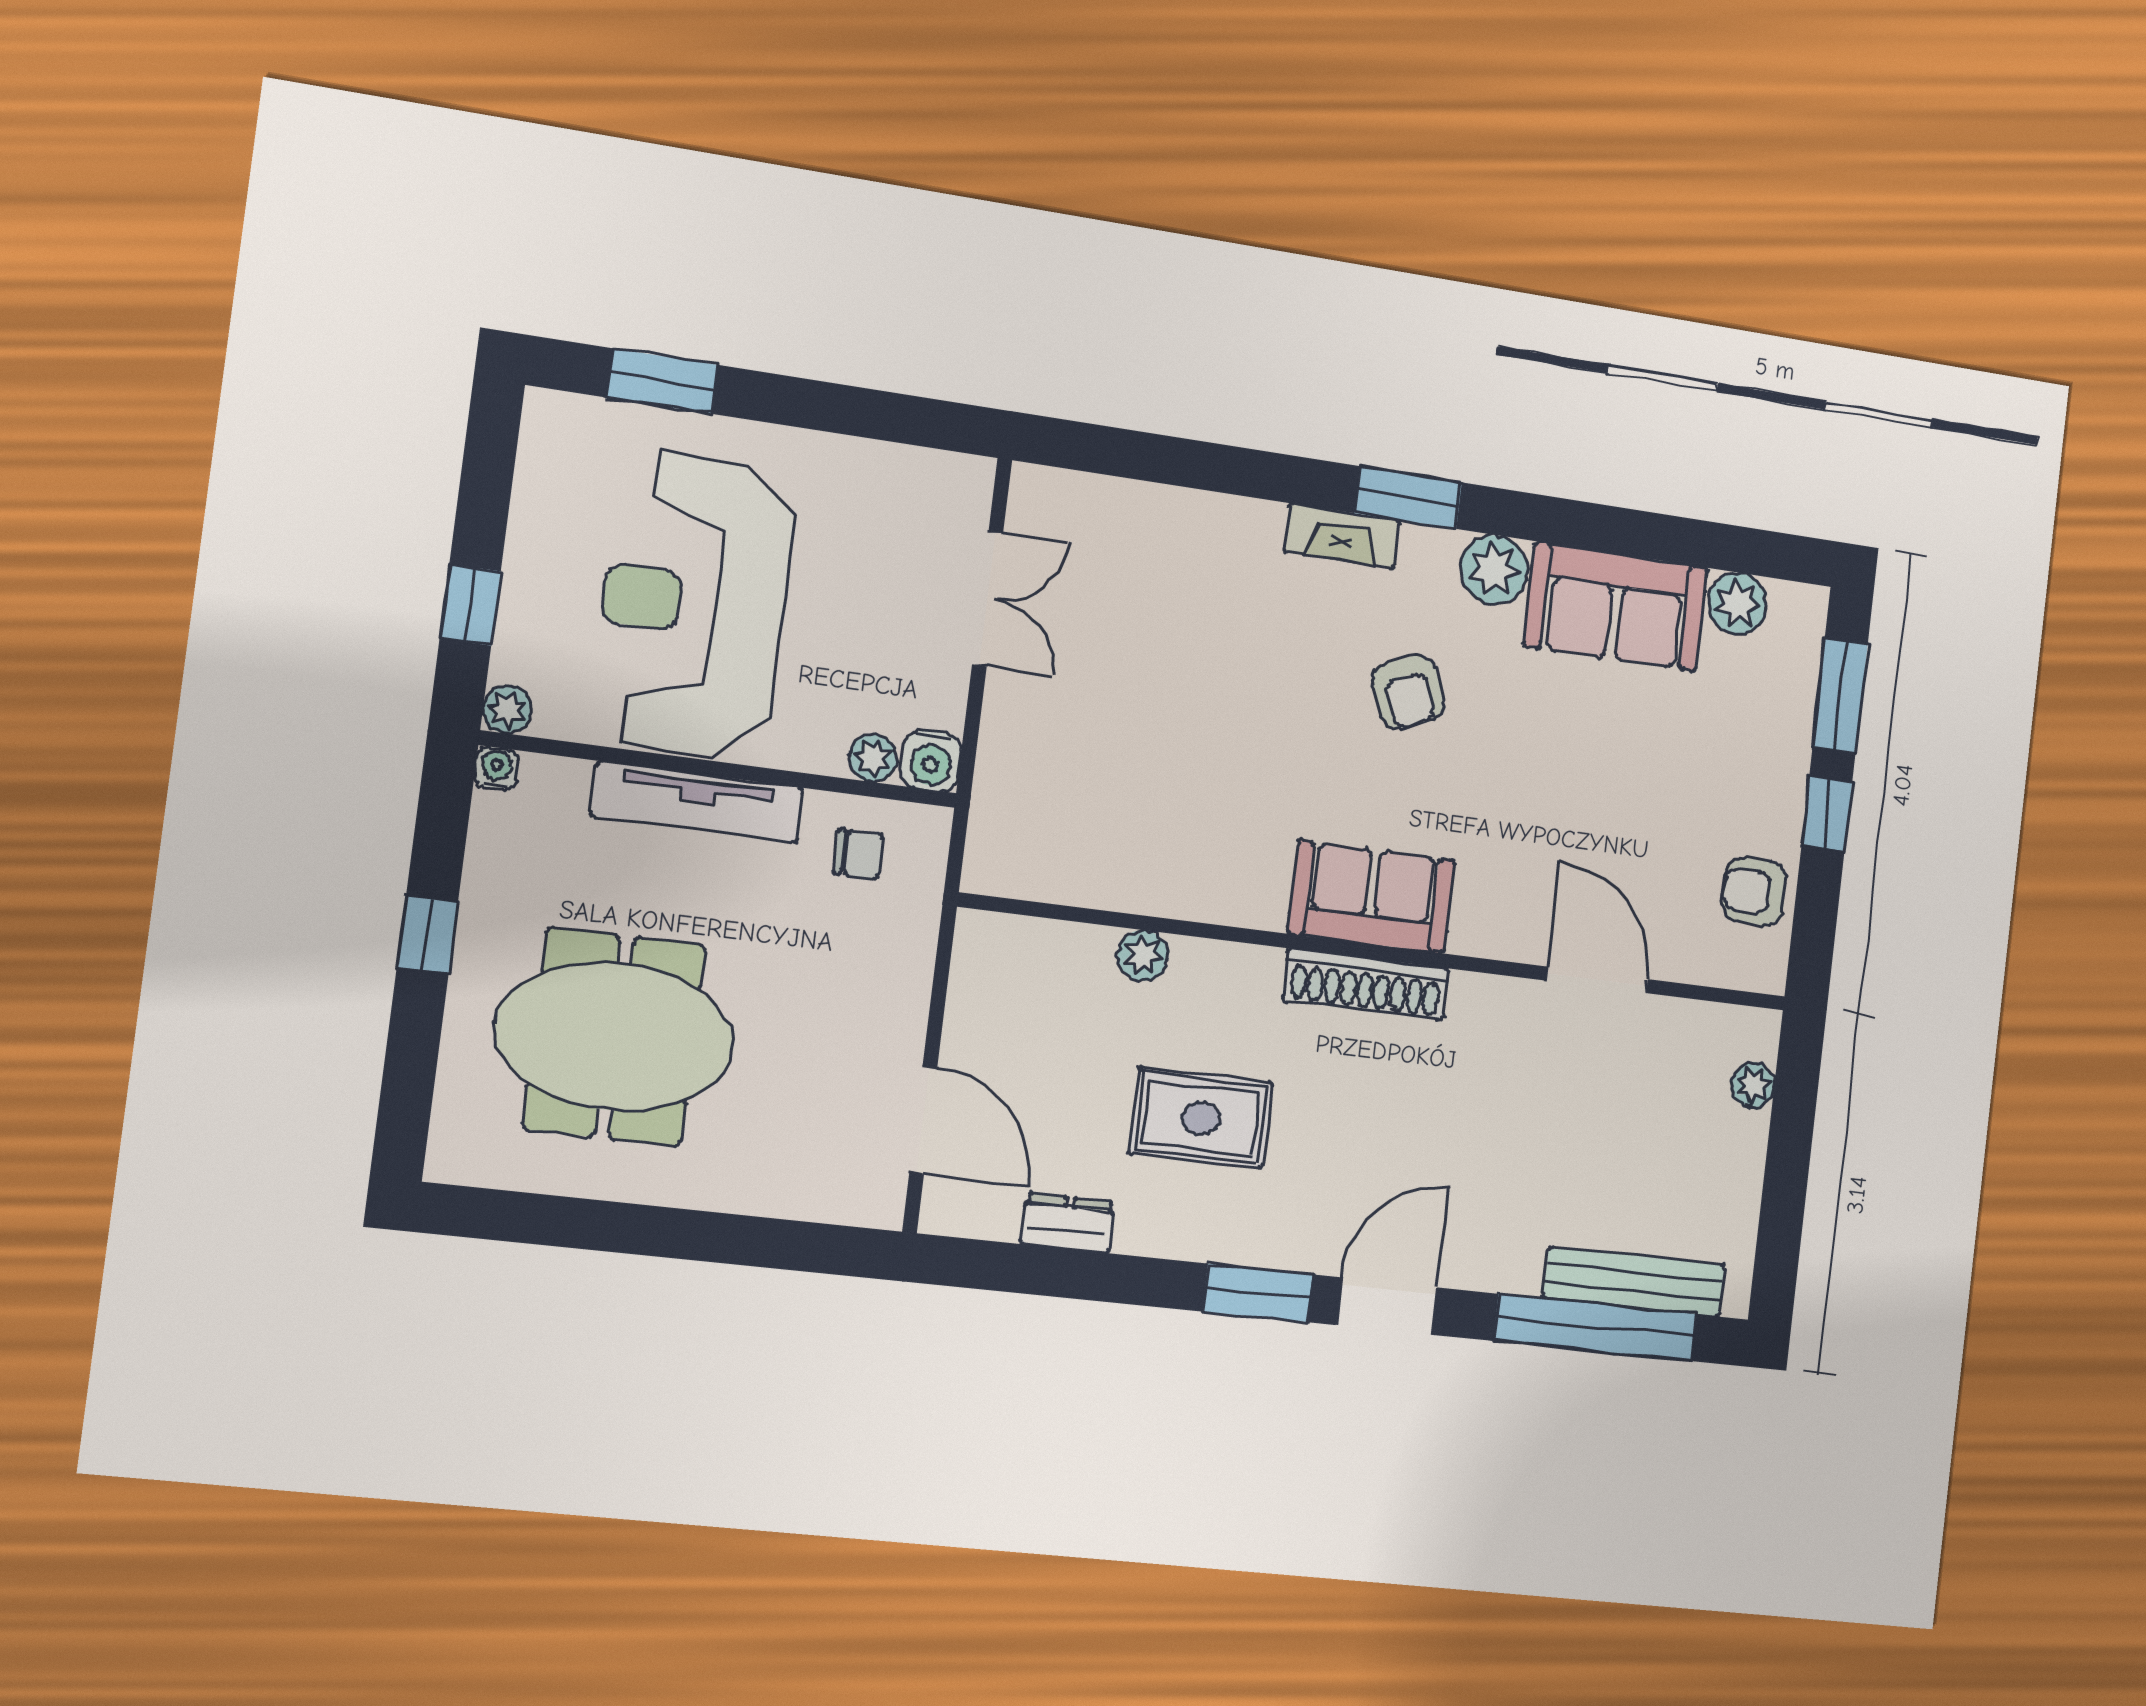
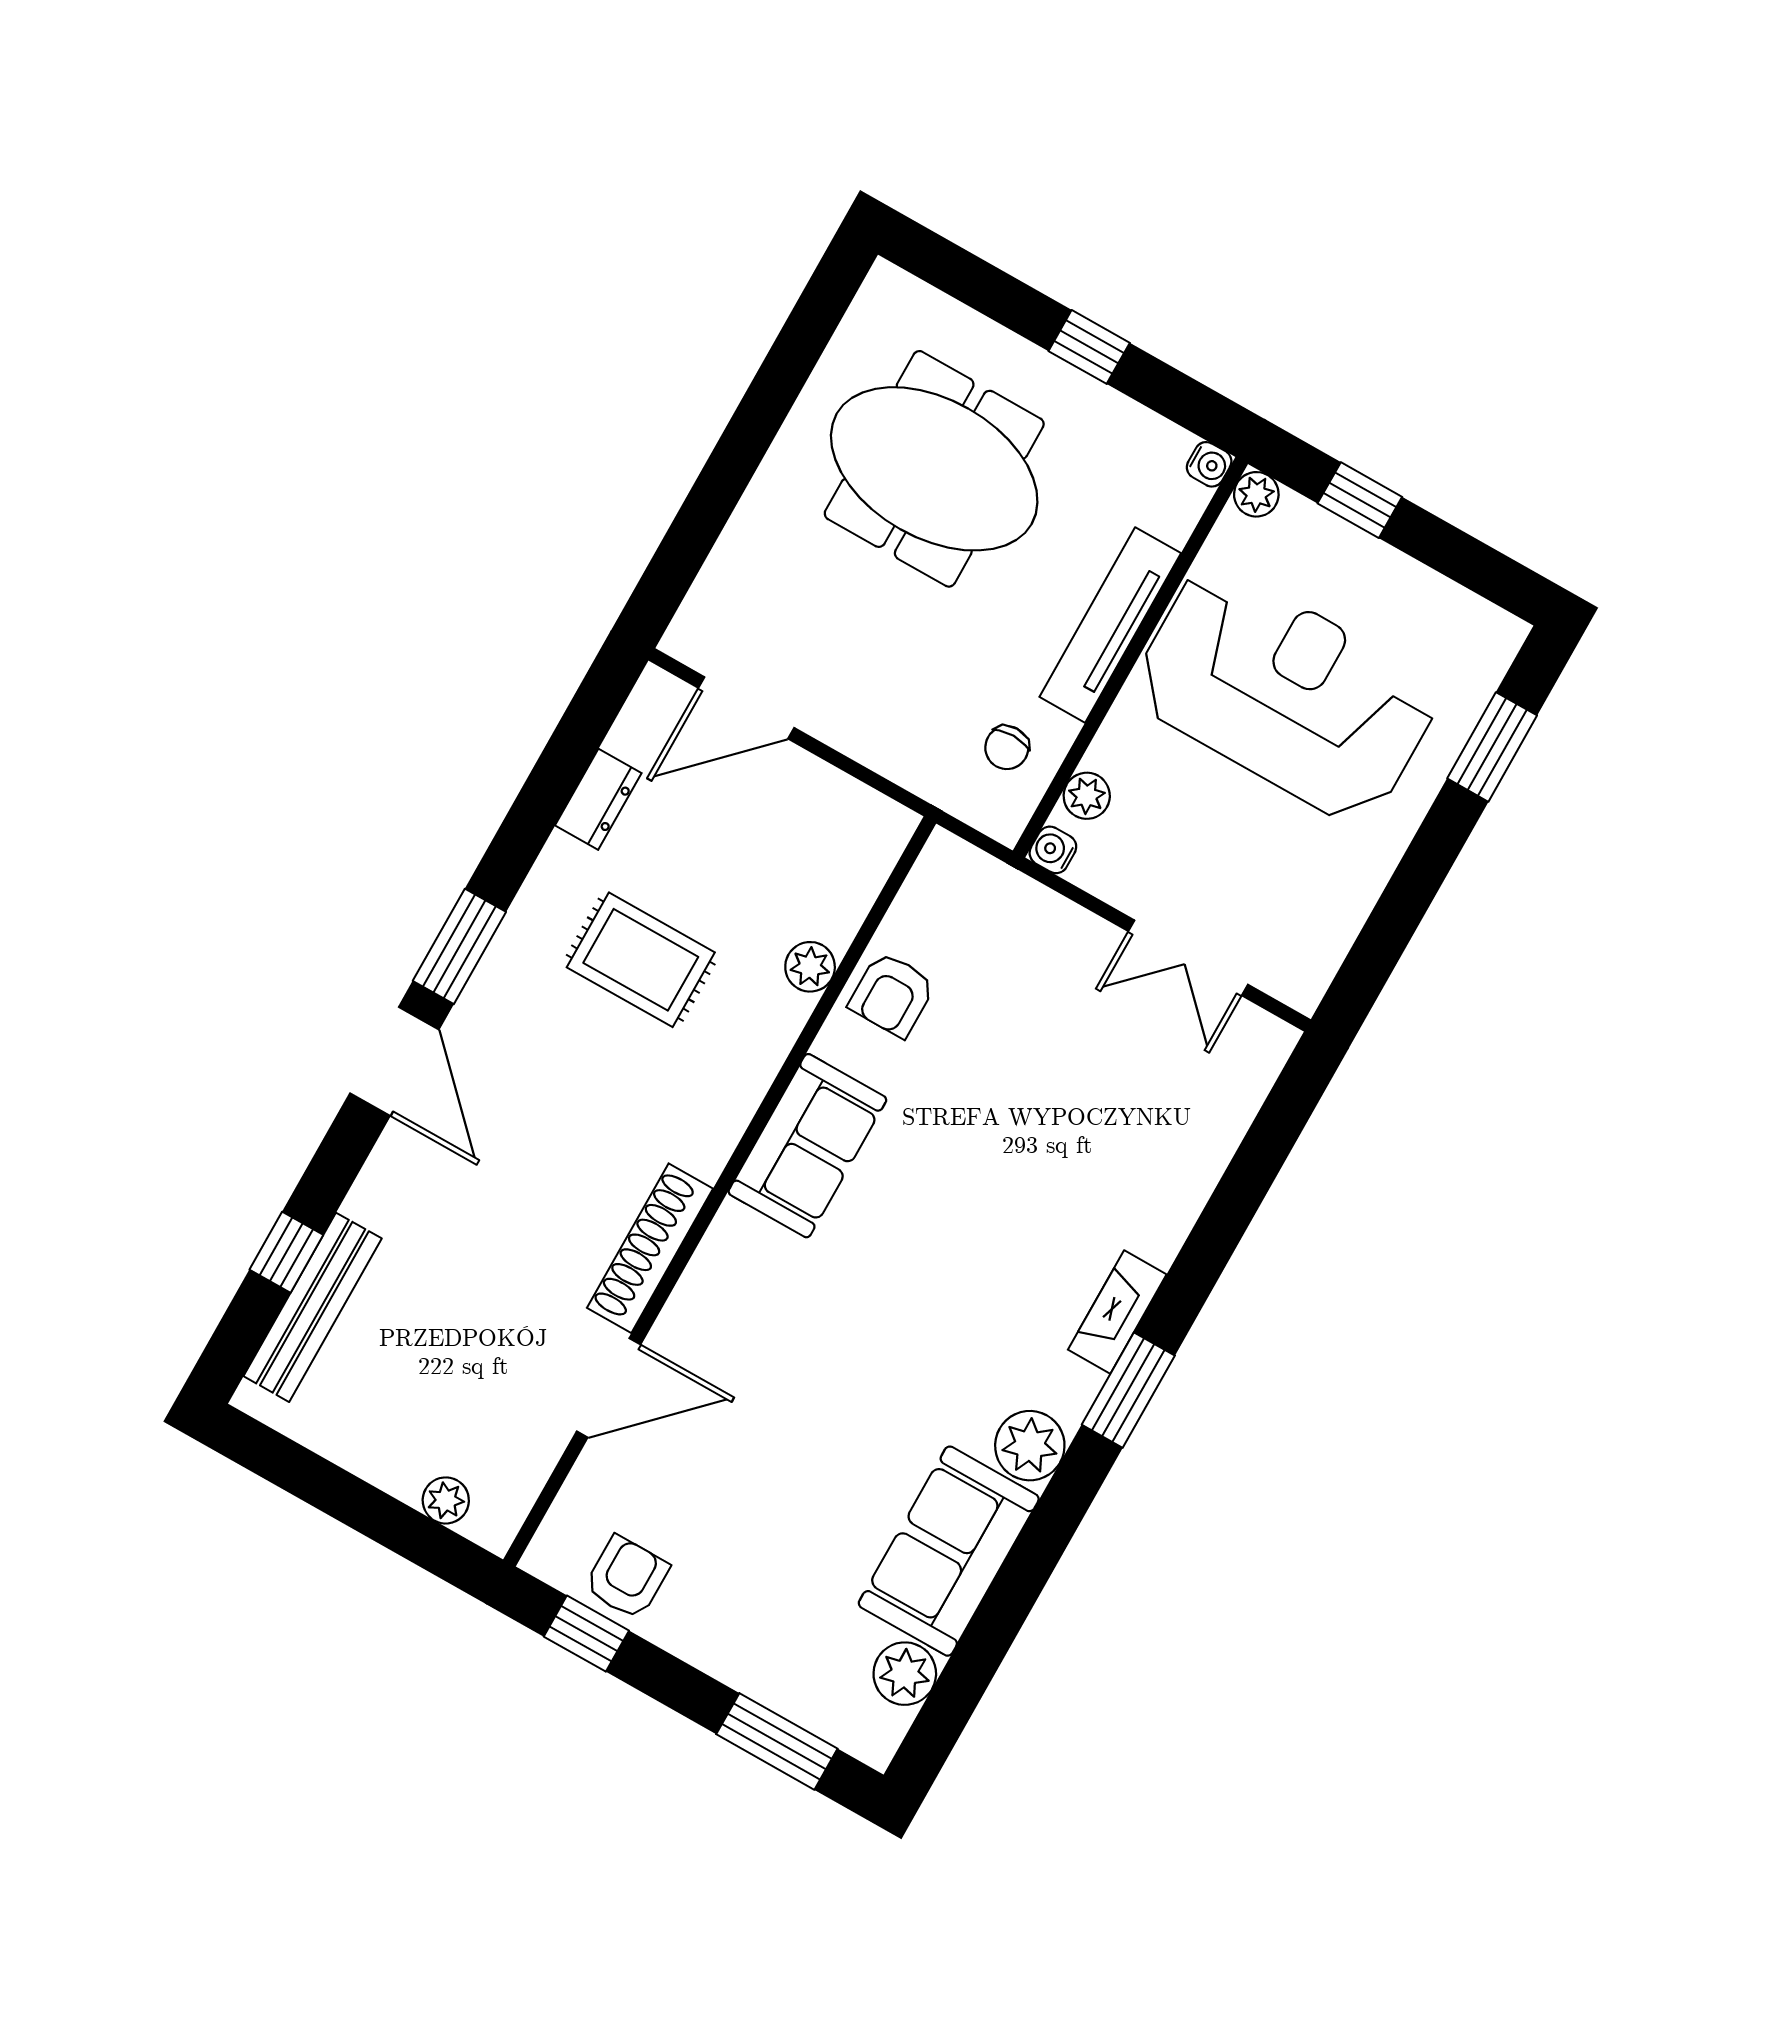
armchair: (1408, 692) -> (892, 994), moved, turned -68
water cooler: (931, 761) -> (1053, 850), width x0.72, depth x0.72
window: (1827, 813) -> (586, 1634), moved
sofa: (1371, 897) -> (807, 1146), moved
shoe rack: (1366, 984) -> (650, 1248), moved
meeting table: (614, 1037) -> (934, 469), turned 90
rug: (1201, 1118) -> (641, 960), turned 90
window: (1596, 1328) -> (286, 1252), width x0.32

